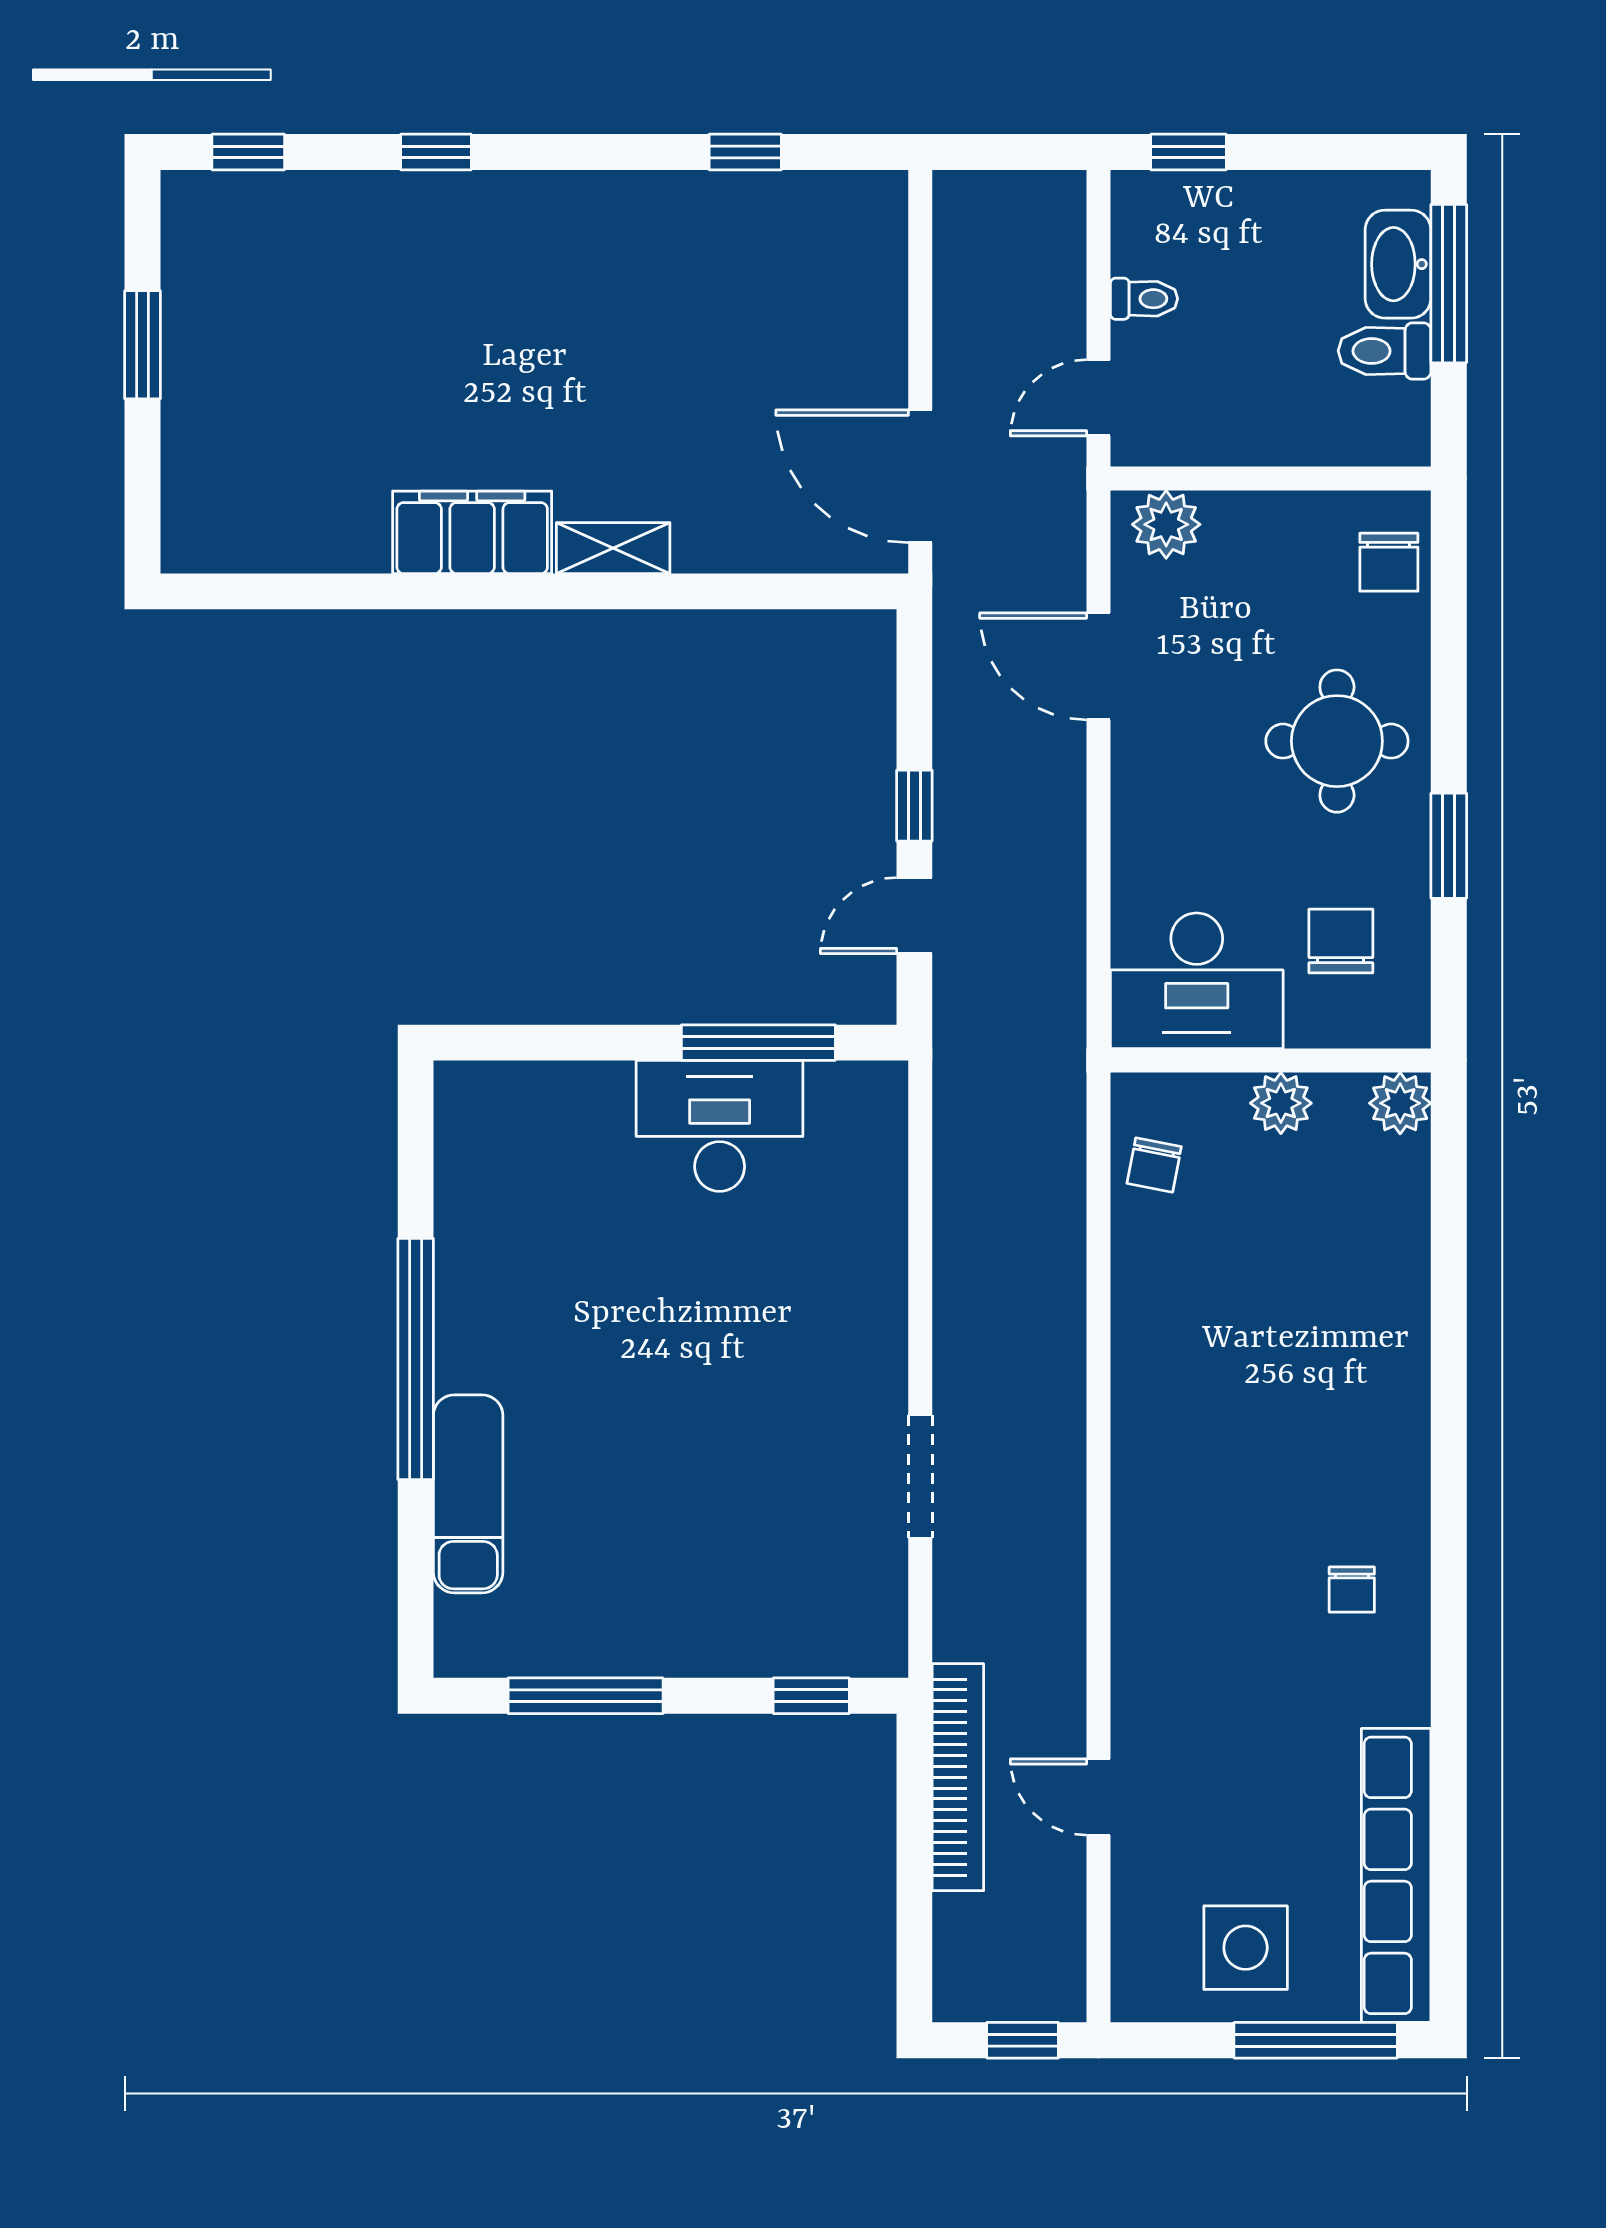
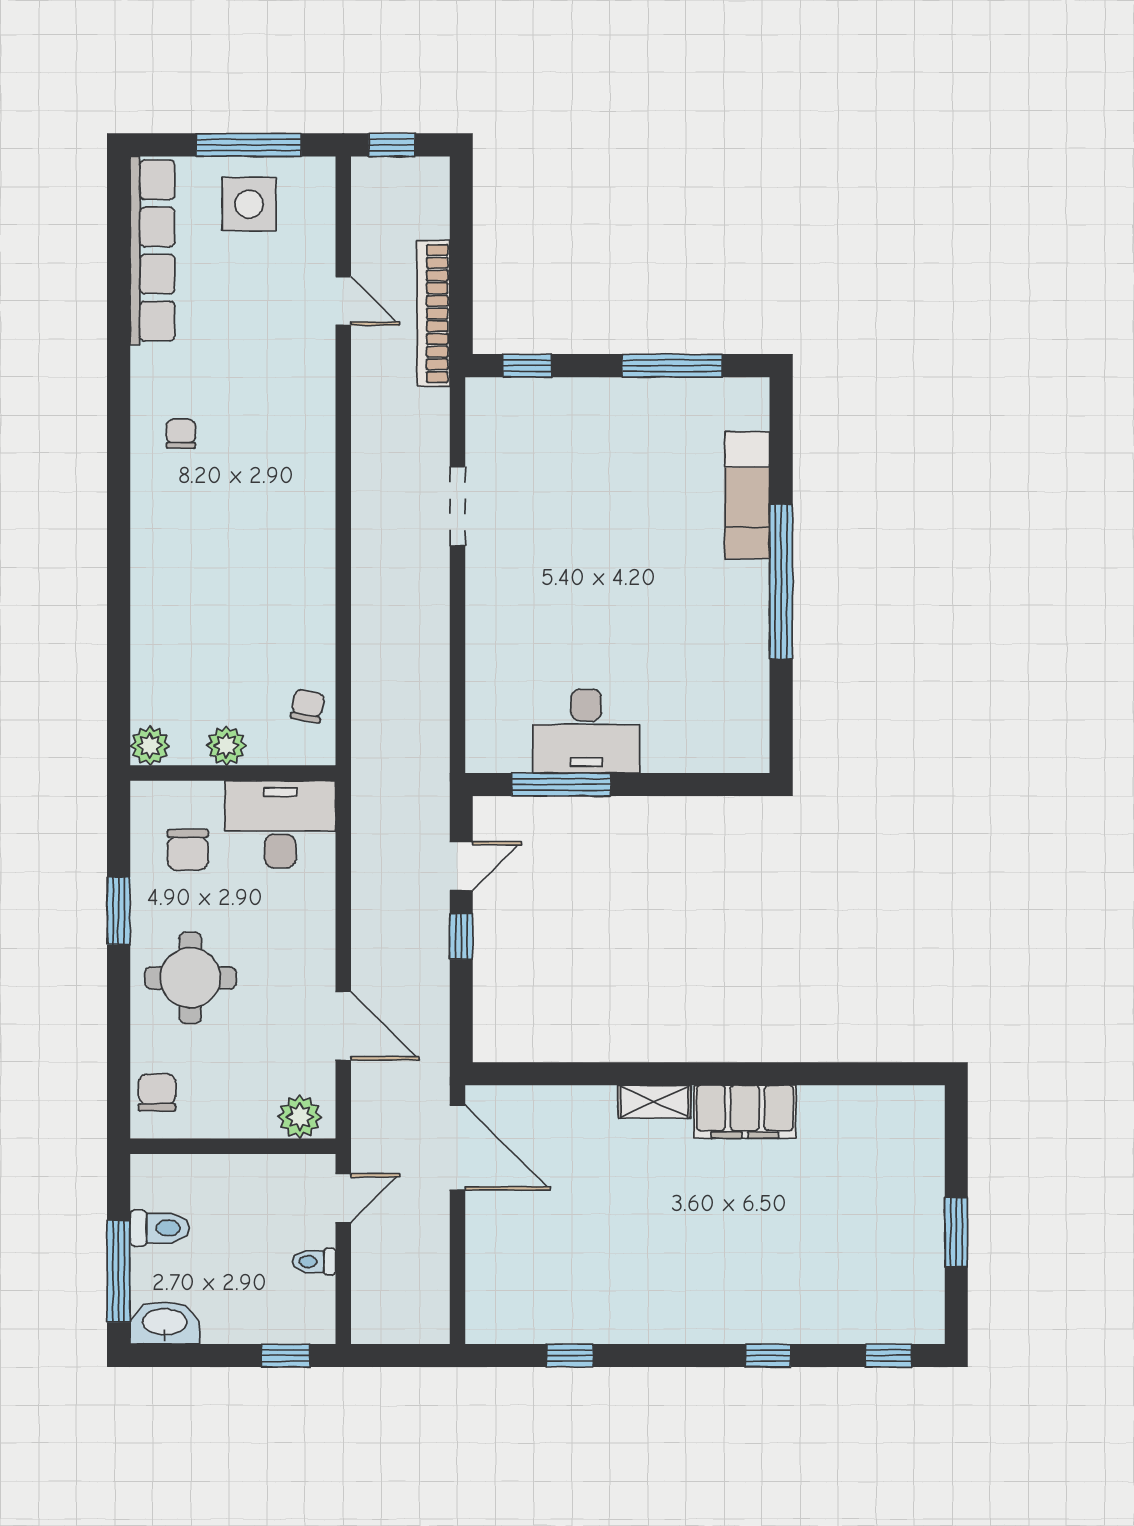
washbasin: (1398, 264) -> (165, 1323), moved, turned -90
window: (1316, 2040) -> (249, 145), moved

